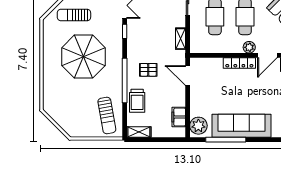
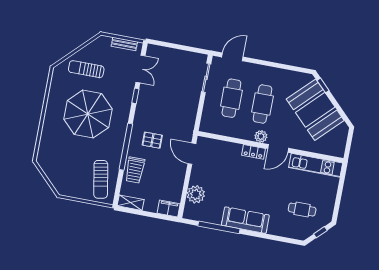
shelving: (180, 39) -> (192, 114), removed
locker: (239, 63) -> (253, 152), width x0.66
filing cabinet: (179, 117) -> (169, 208), moved, turned 90
plant: (198, 126) -> (196, 194), moved
sofa: (242, 126) -> (245, 220), width x0.74, depth x0.79

